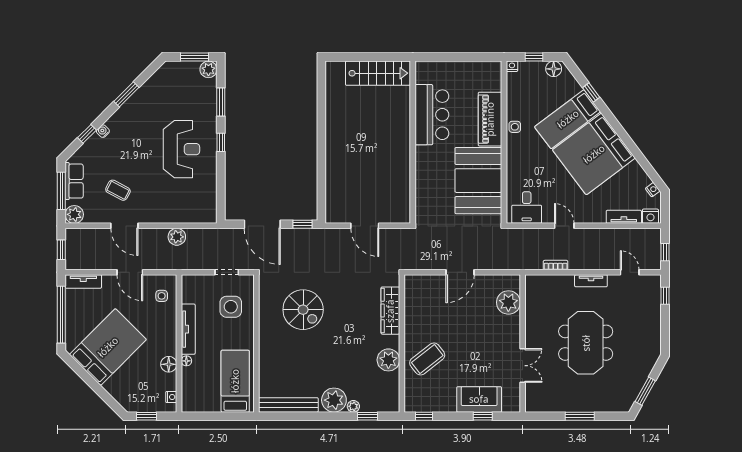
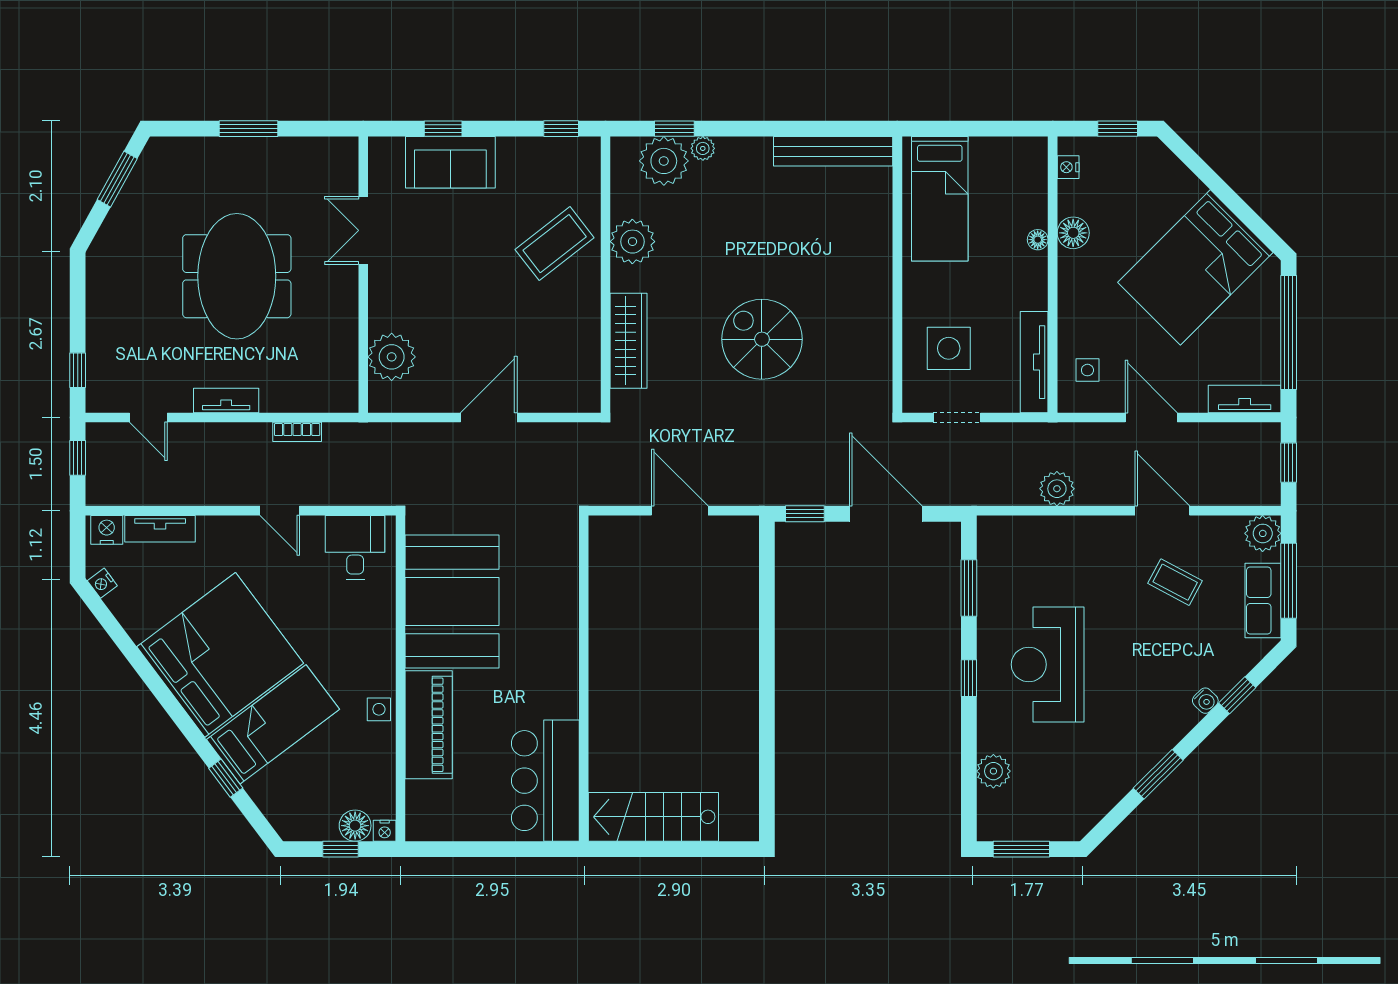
plant: (208, 69) -> (993, 771), moved
floor lamp: (554, 69) -> (355, 826), moved
window: (221, 102) -> (969, 588), moved
bar counter: (432, 115) -> (545, 781), moved
spiral stairs: (303, 310) -> (762, 339), moved
tv unit: (188, 329) -> (1034, 362), moved
plant: (334, 400) -> (664, 161), moved

